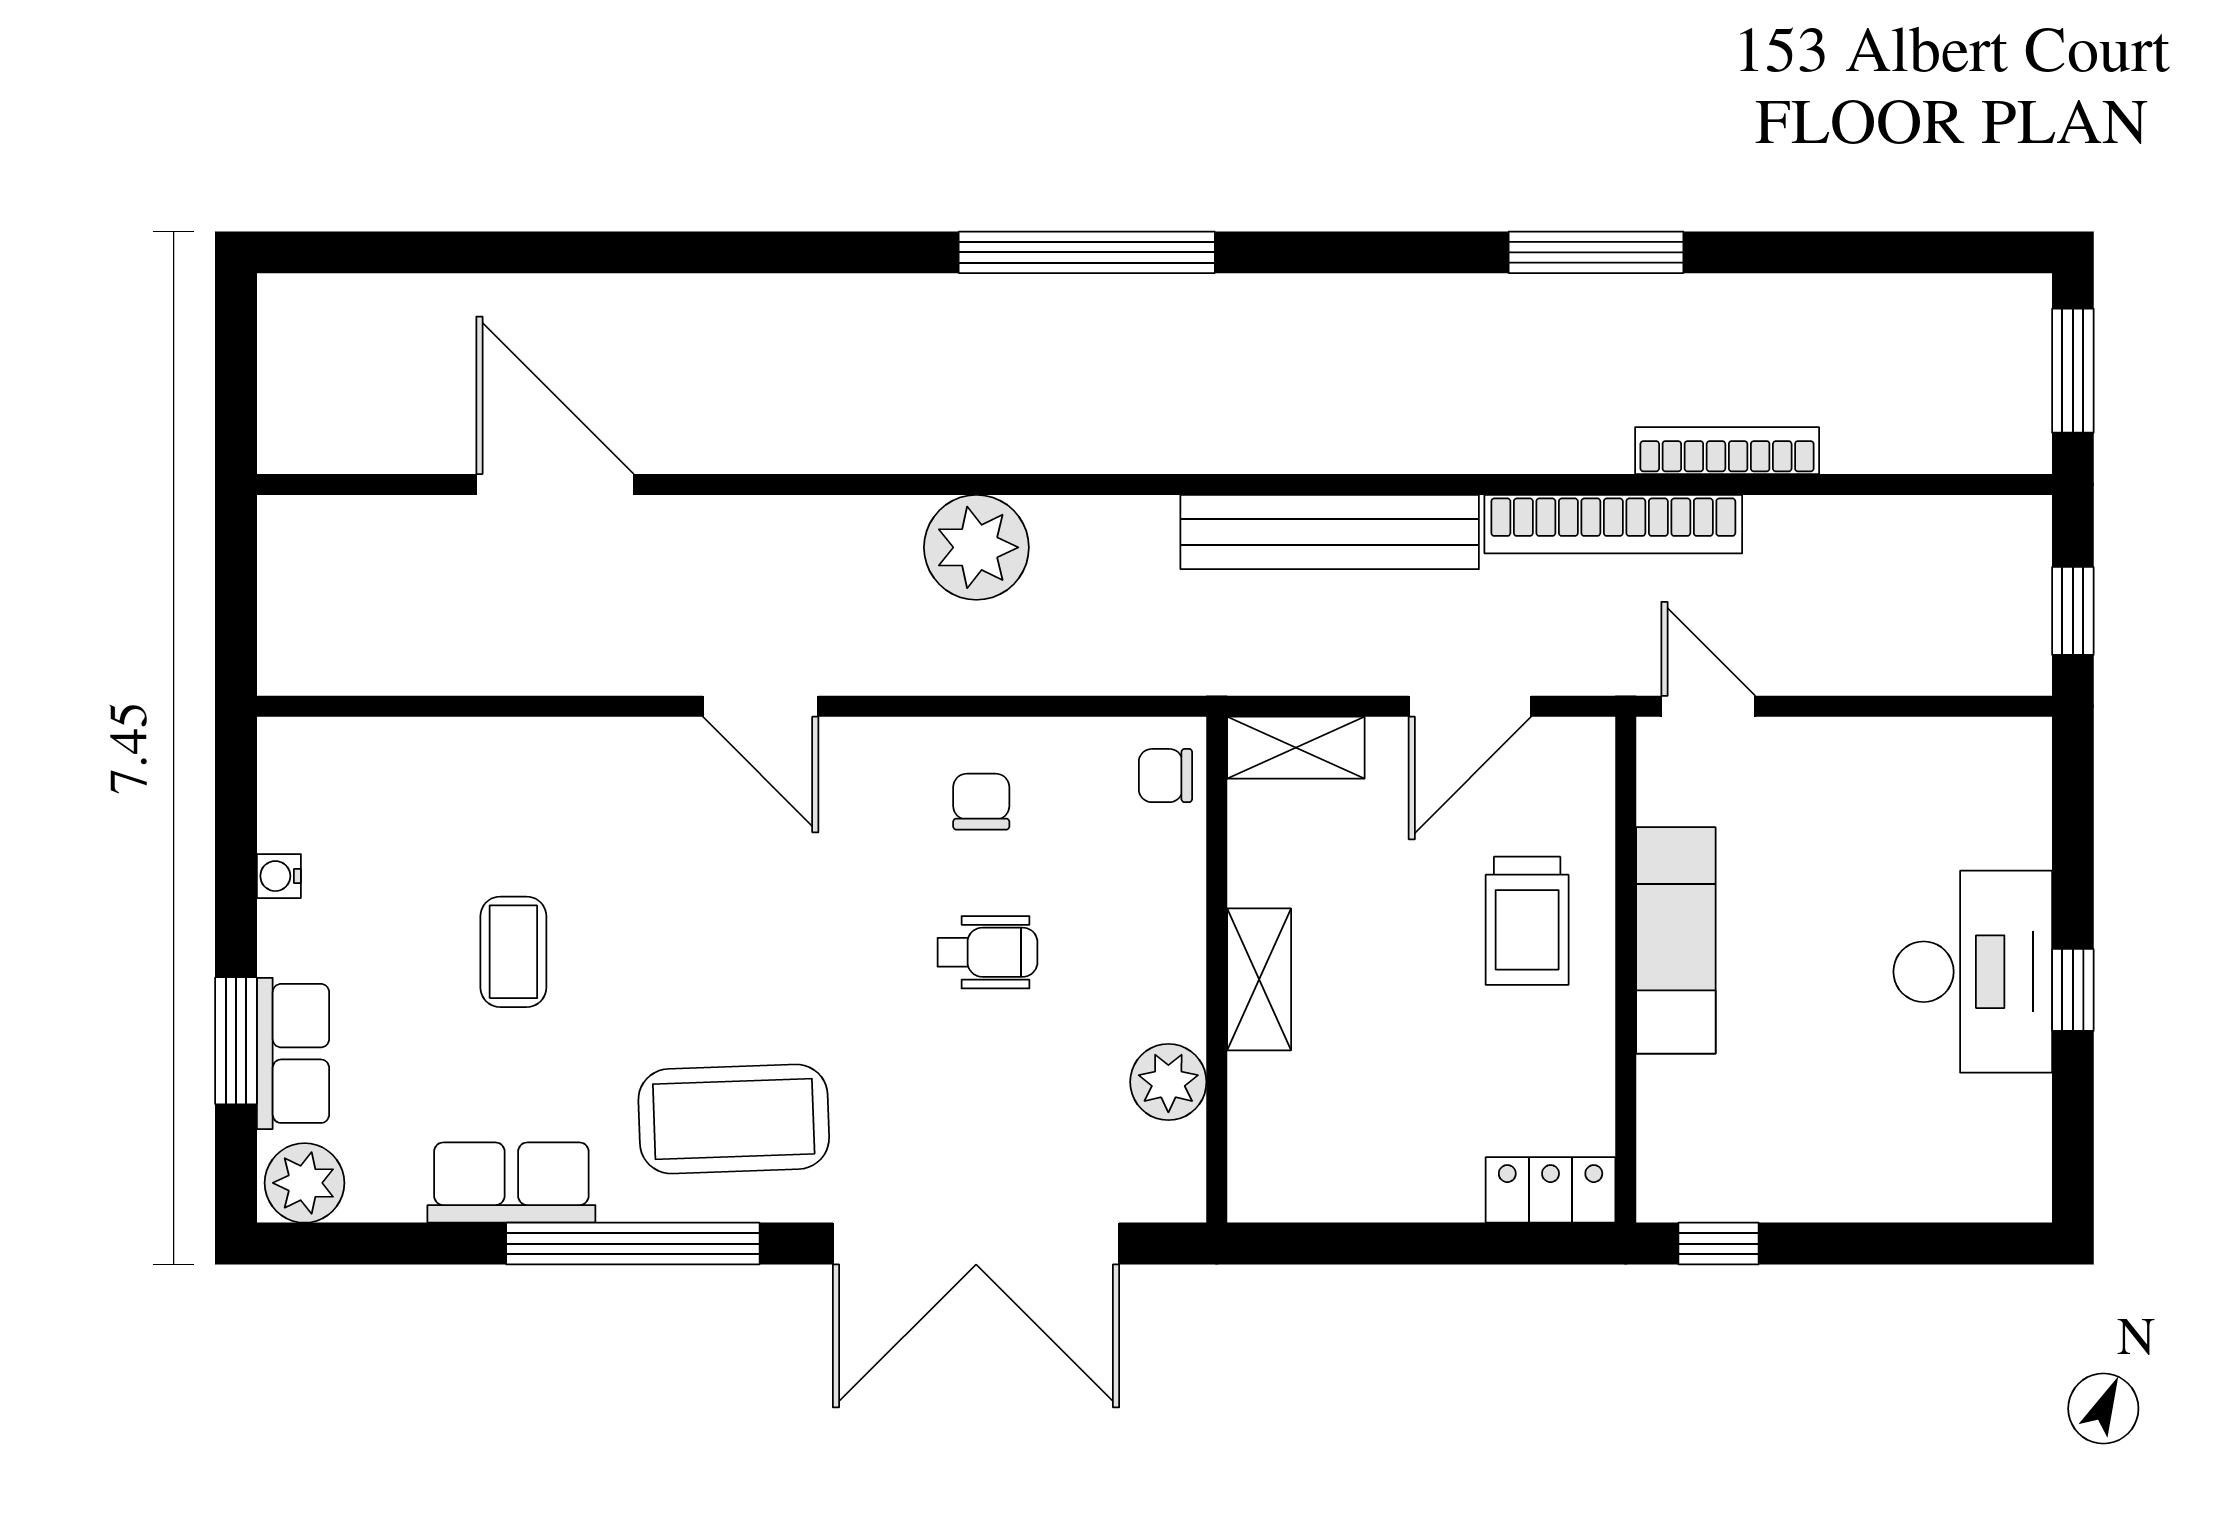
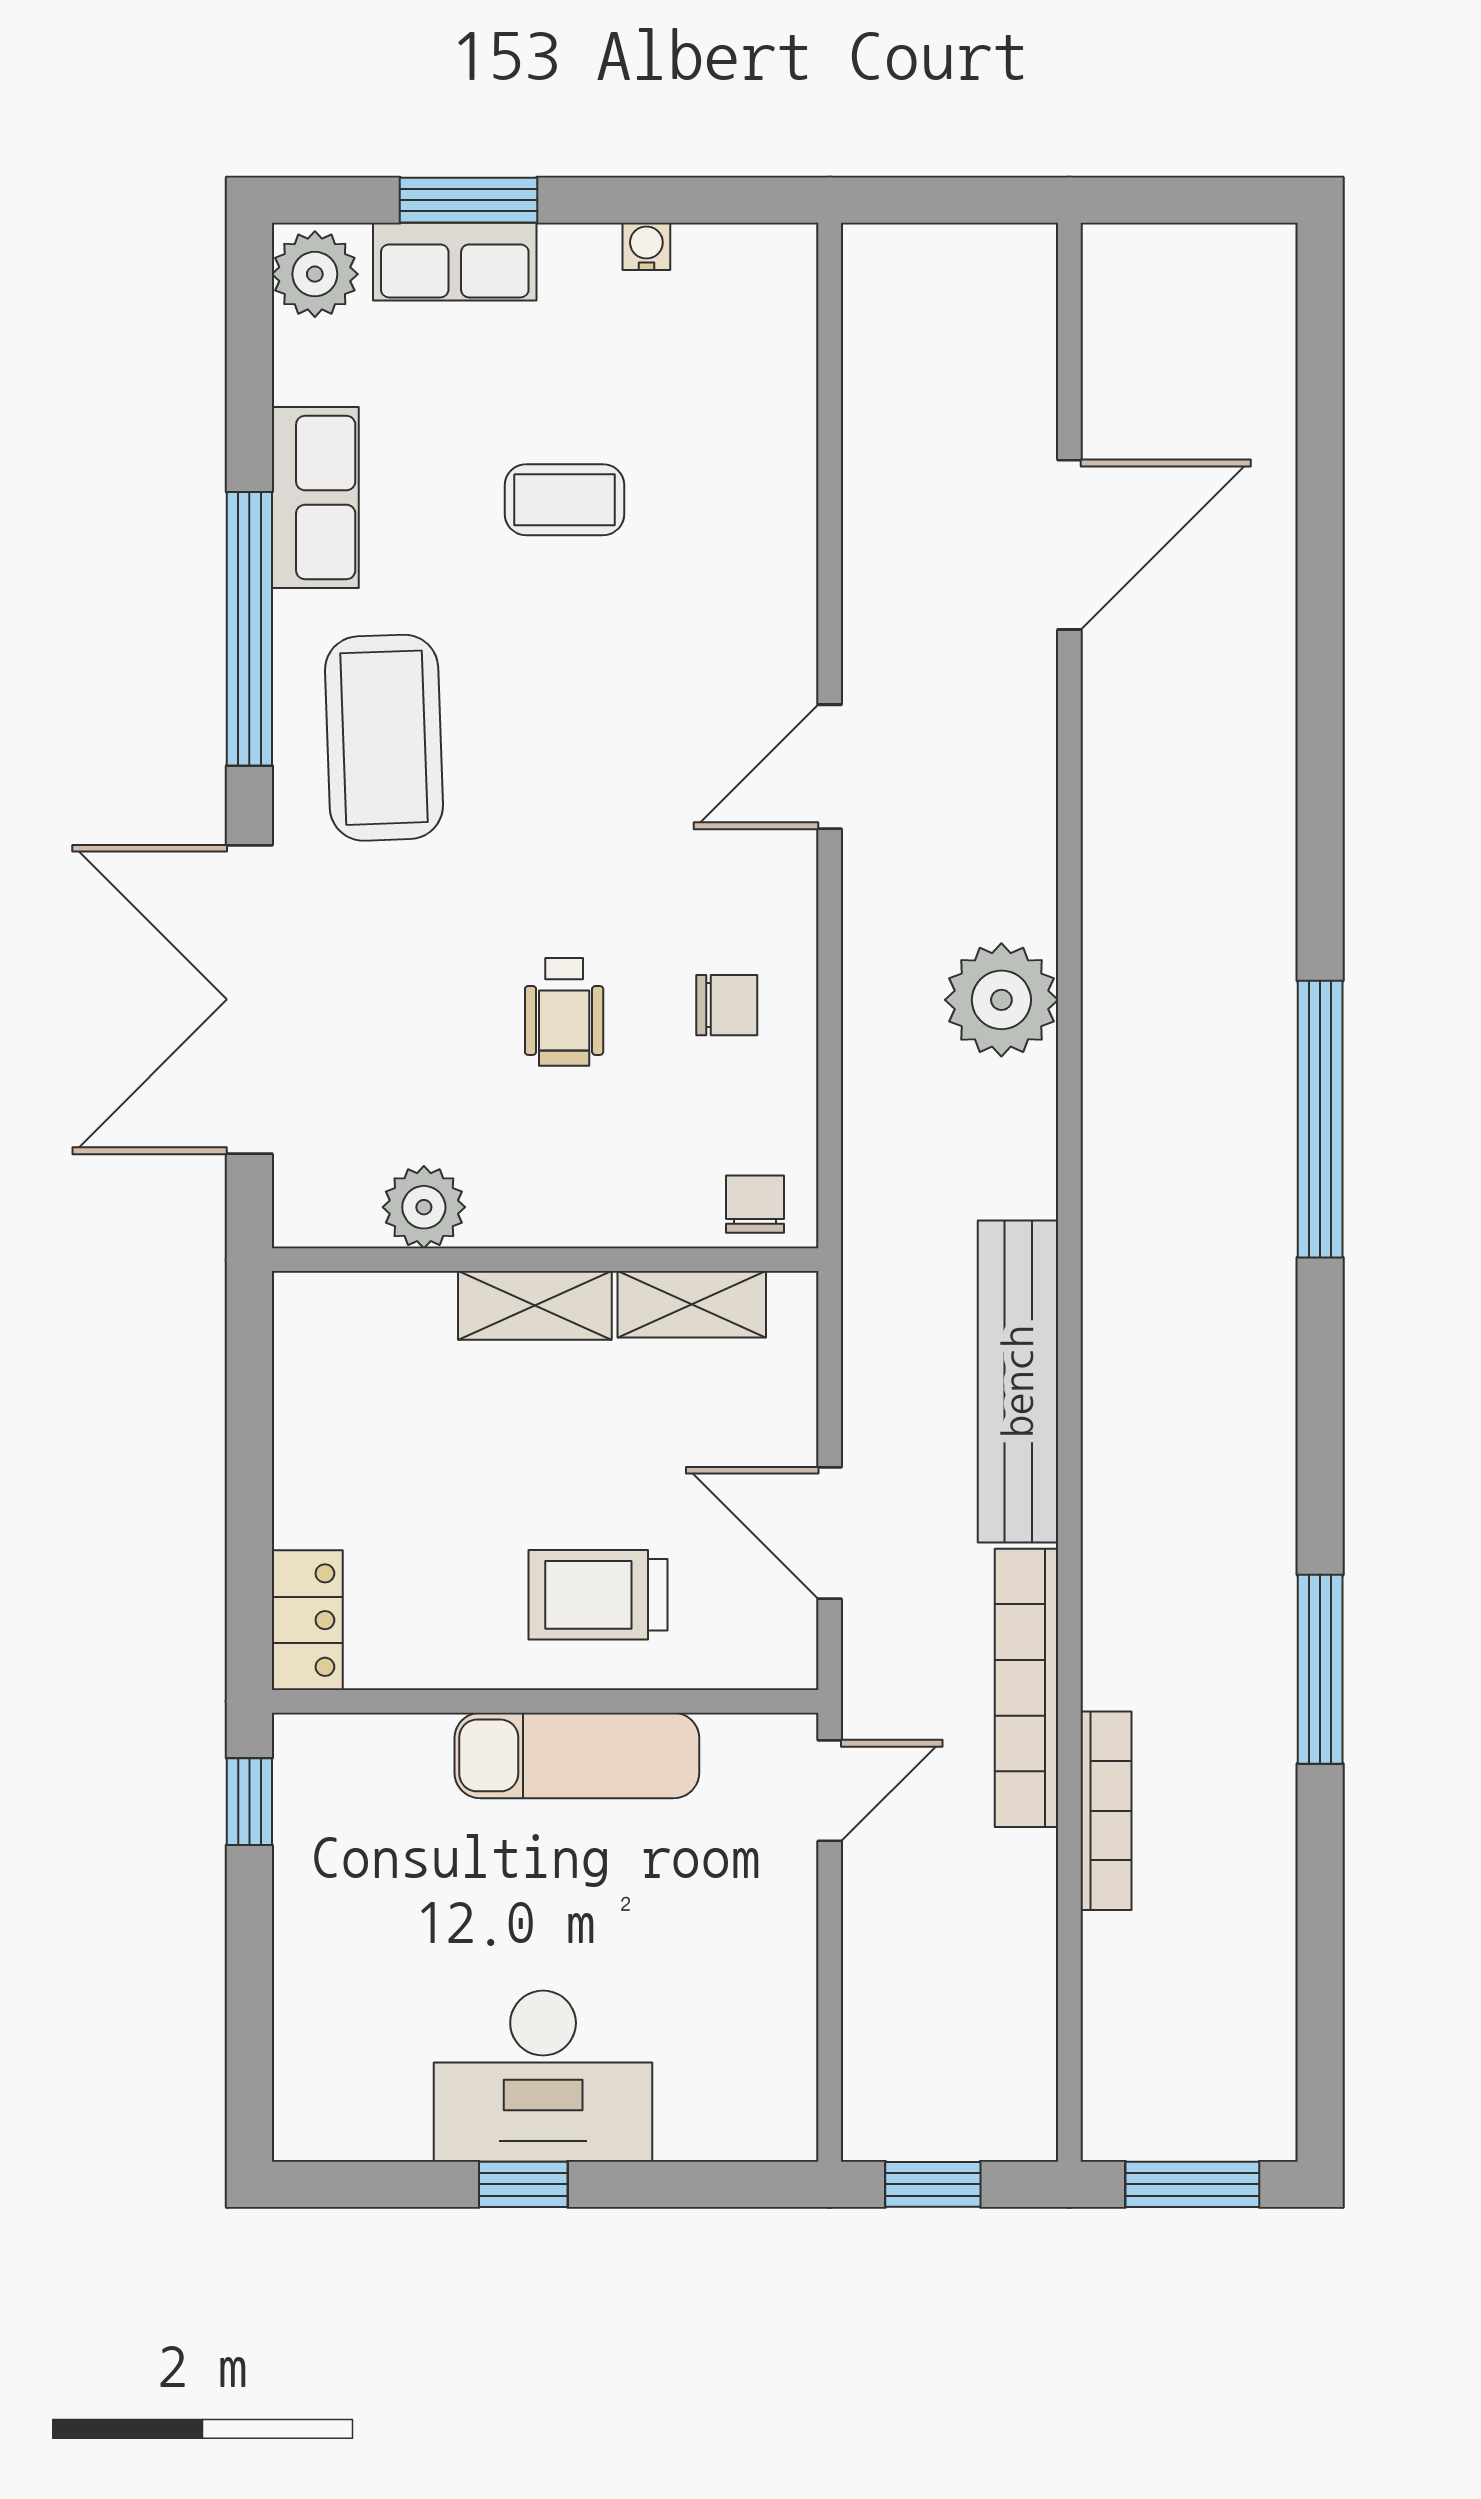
shelving: (1296, 748) -> (692, 1304), moved, turned 90

